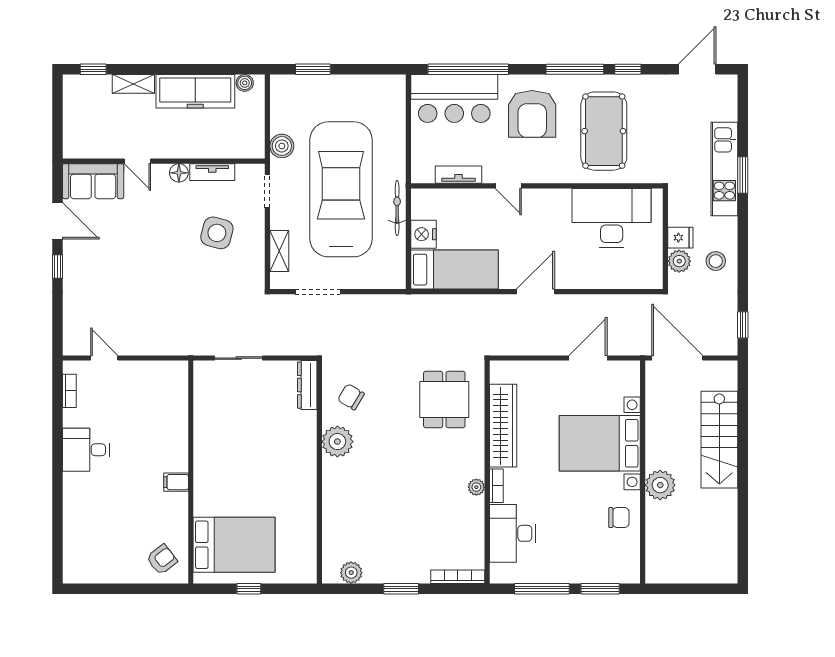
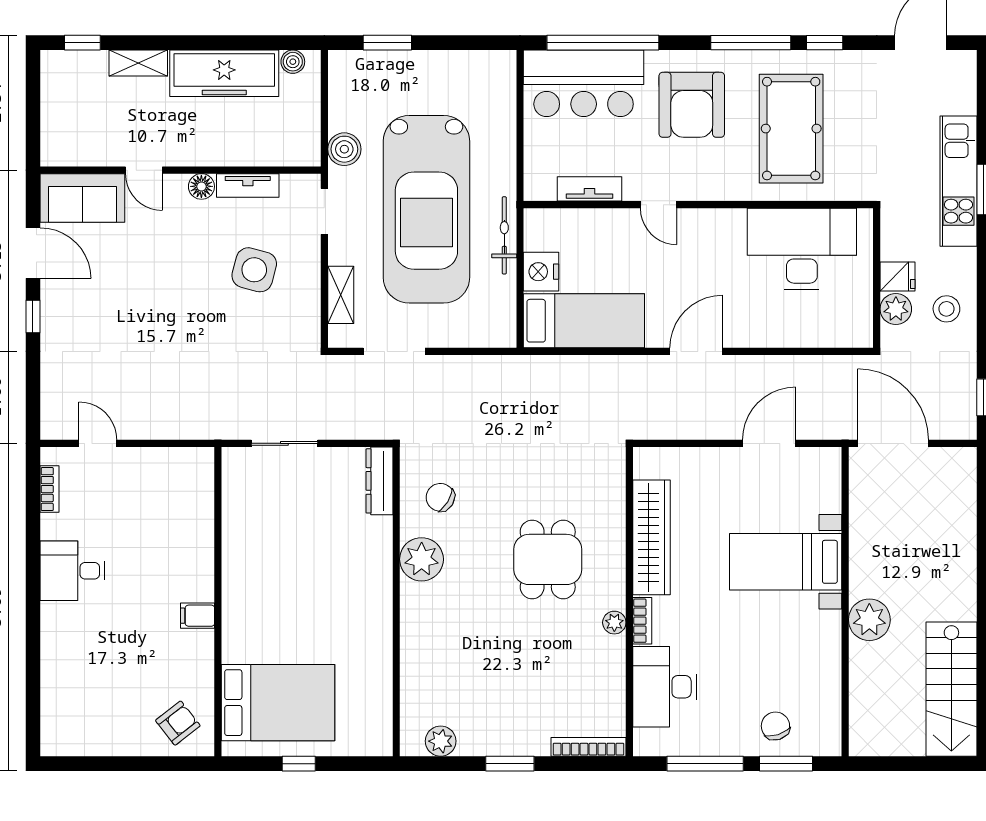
car: (341, 189) -> (426, 209), turned 180
dining table: (444, 400) -> (548, 559), moved
stairs: (719, 440) -> (951, 689), moved
bed with nightstands: (600, 443) -> (786, 562), width x0.73
chair: (619, 518) -> (775, 726), moved, turned -108

